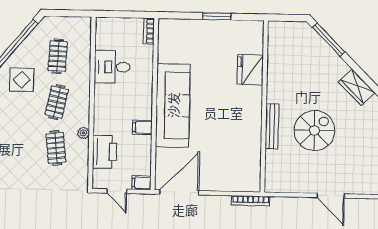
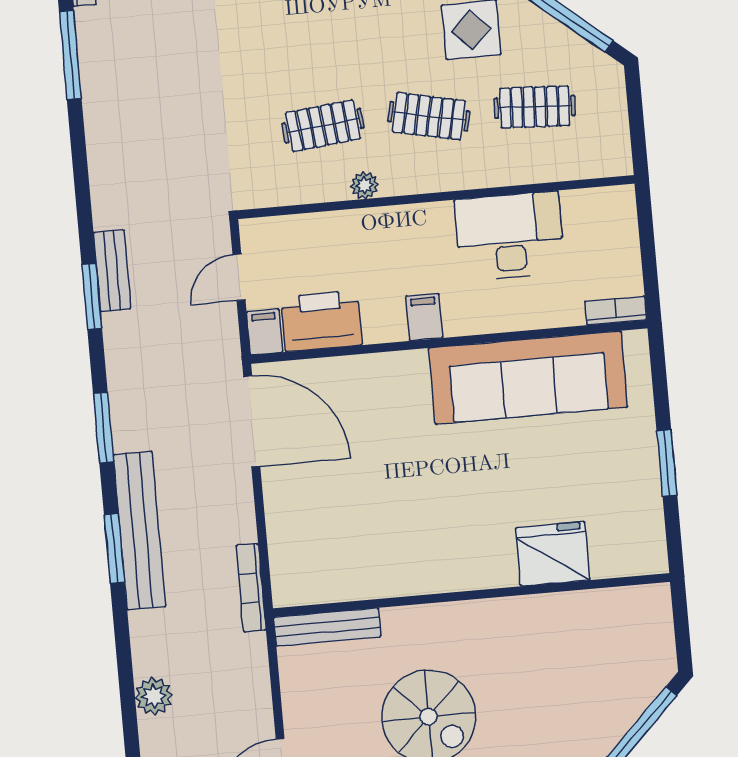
desk: (112, 67) -> (510, 236), width x1.37
sofa: (173, 105) -> (528, 378), moved
bench: (272, 126) -> (327, 627), moved
filing cabinet: (142, 127) -> (424, 317), moved
printer: (105, 152) -> (321, 321), moved, turned 180

